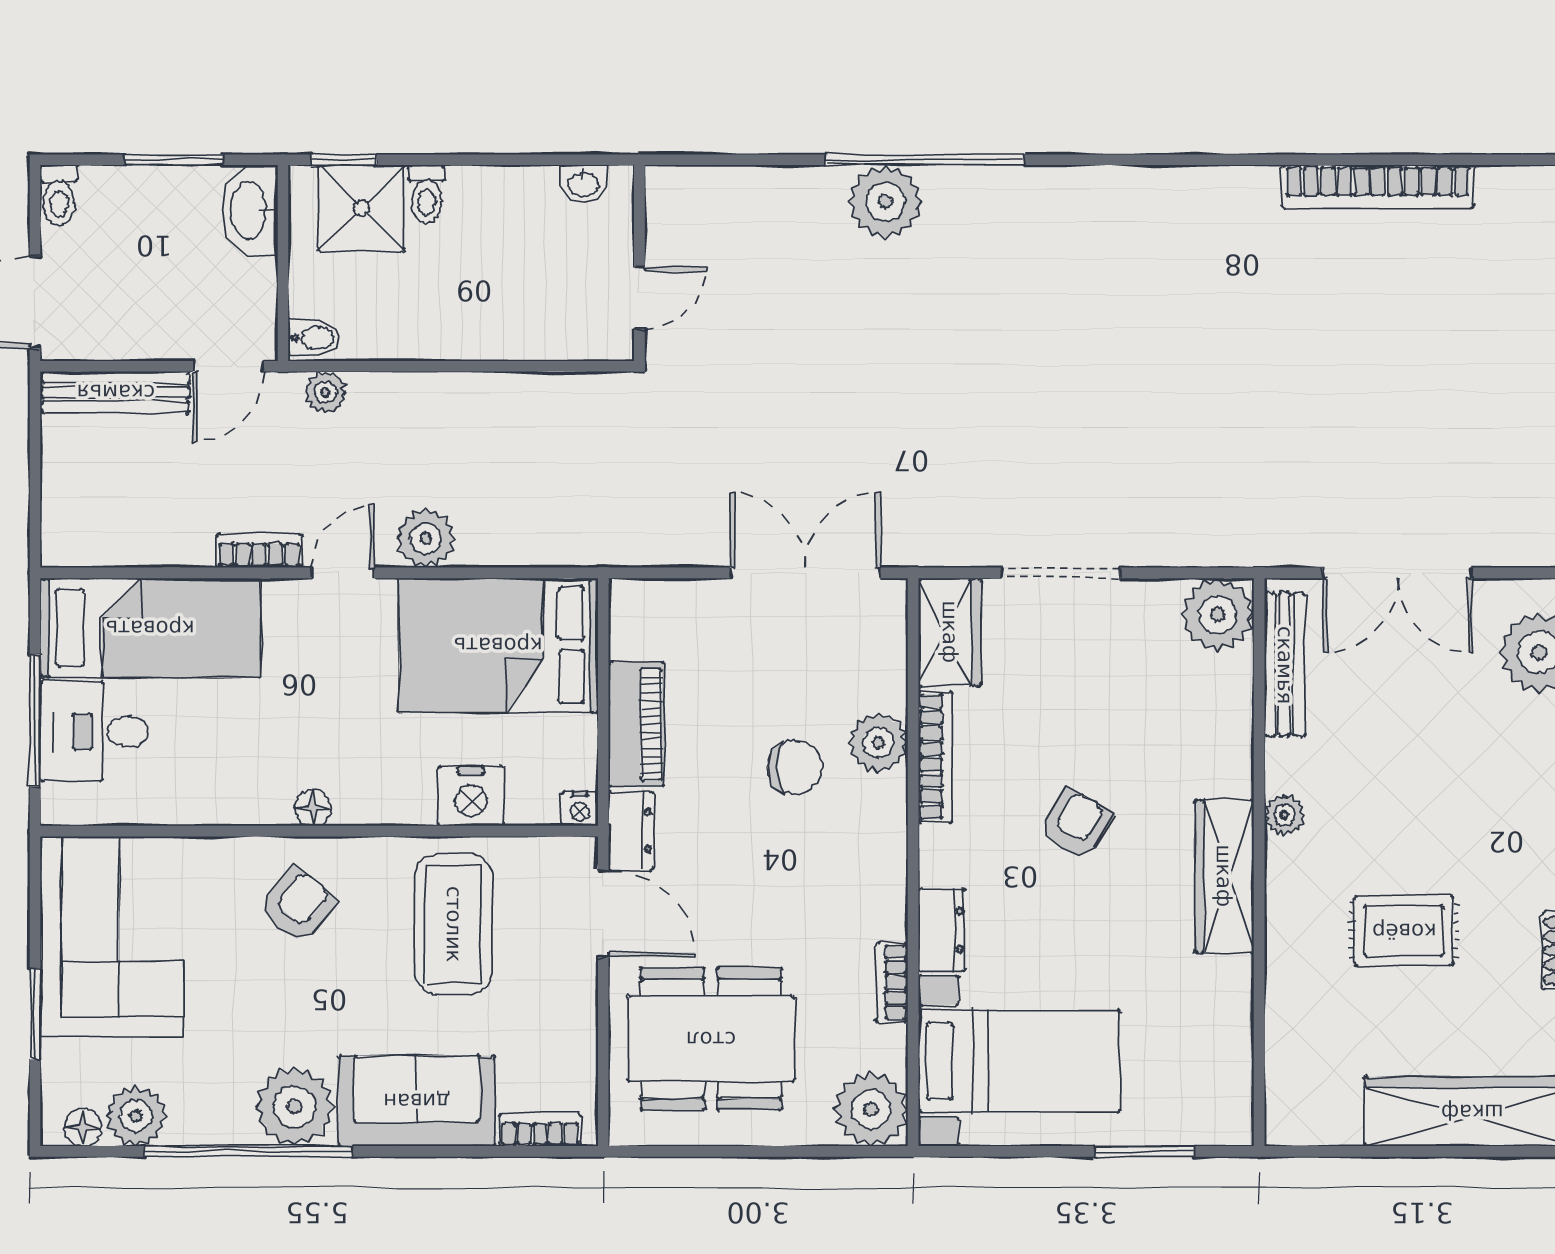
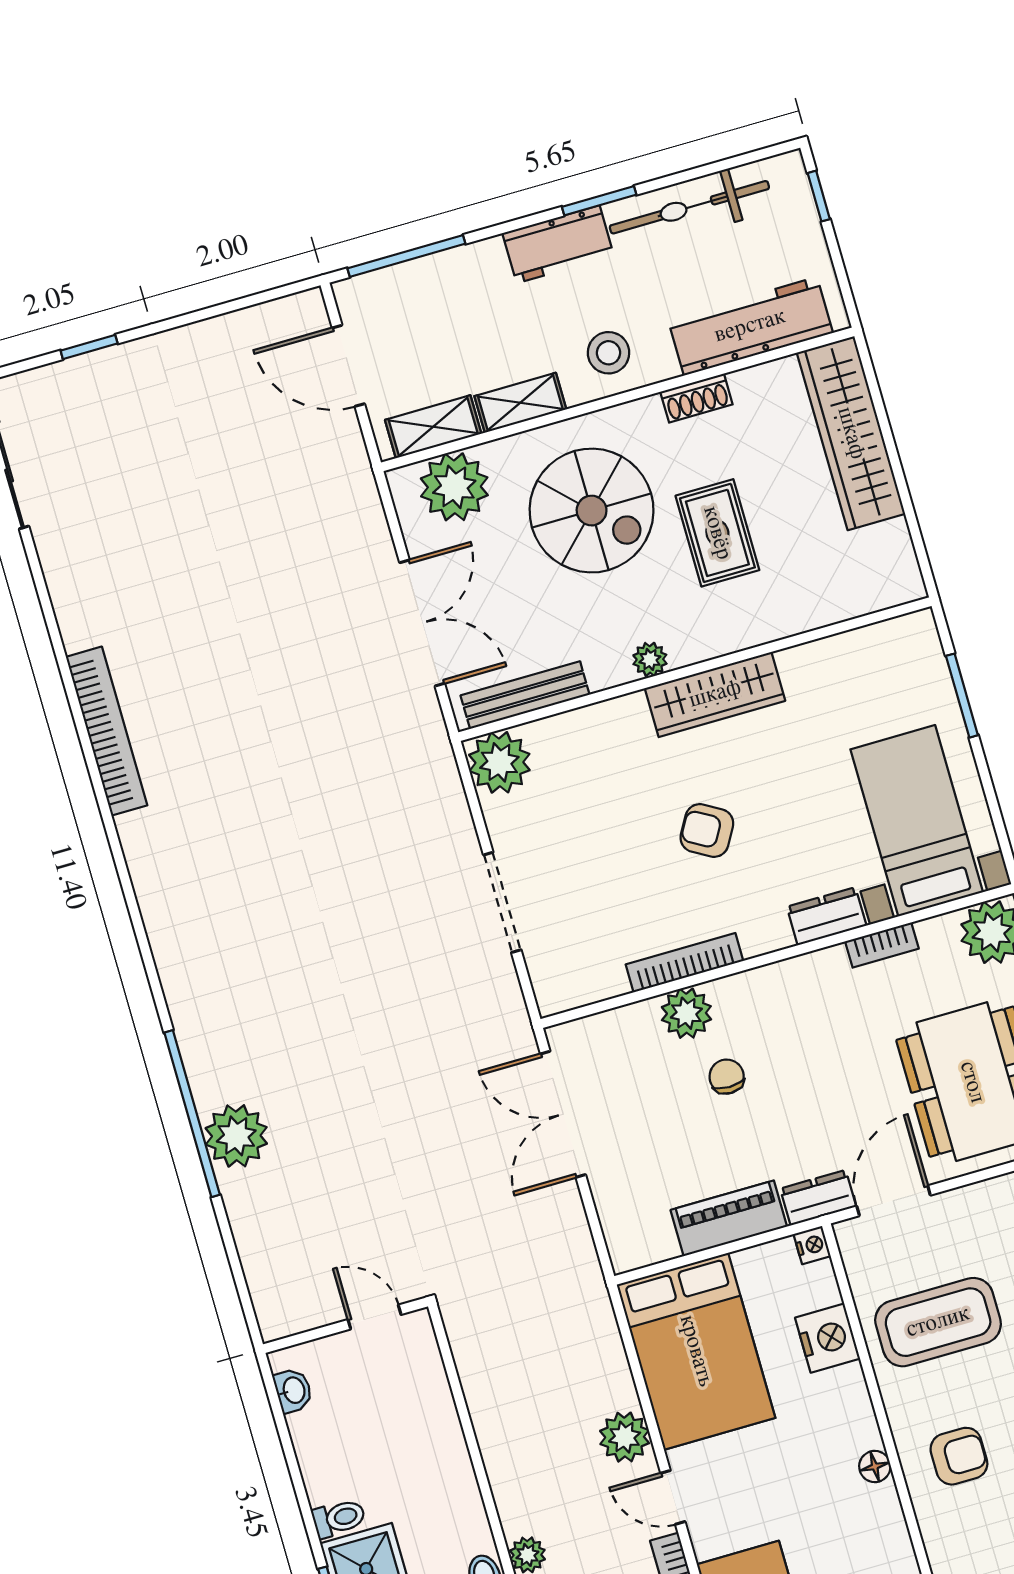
wardrobe: (950, 632) -> (578, 980), removed
chair: (795, 767) -> (727, 1077), width x0.73, depth x0.73
spiral stairs: (1469, 798) -> (592, 511), added
armchair: (297, 905) -> (959, 1456), turned 140

